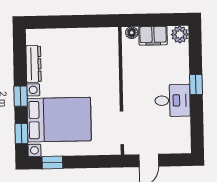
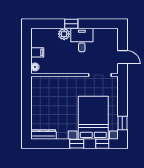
plant: (180, 34) -> (64, 34), moved
filing cabinet: (153, 36) -> (37, 52), width x0.50
dresser: (34, 64) -> (43, 134), moved

